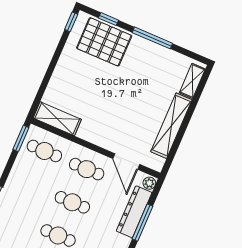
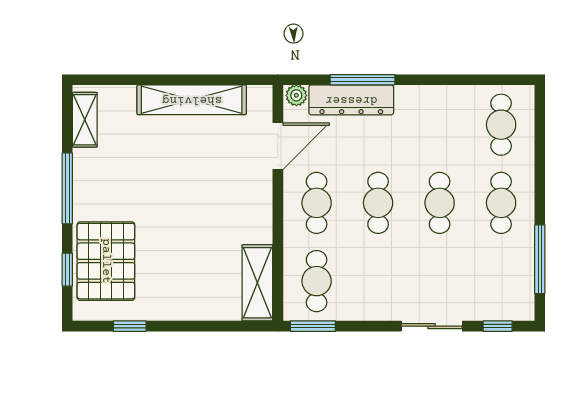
window: (71, 22) -> (130, 326), moved
shelving: (192, 81) -> (85, 120), moved, turned 90

